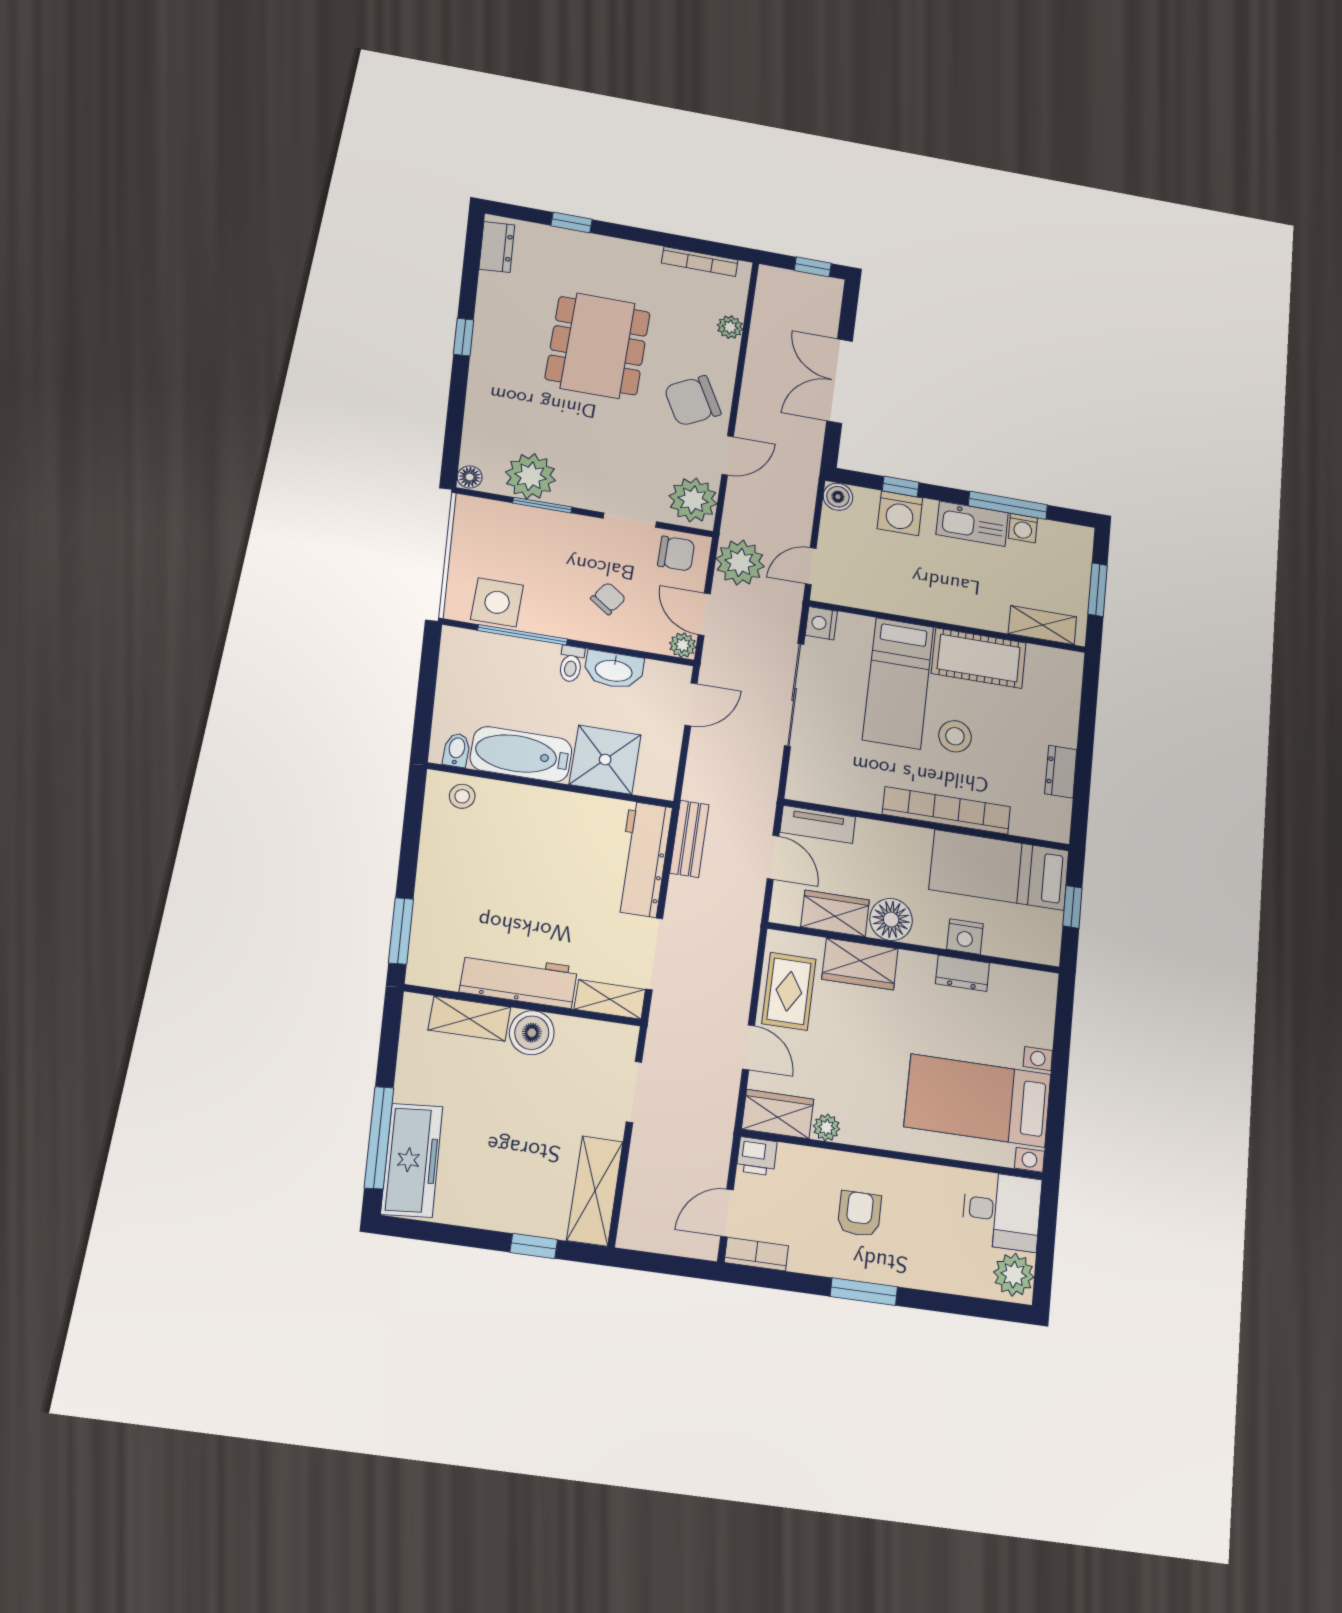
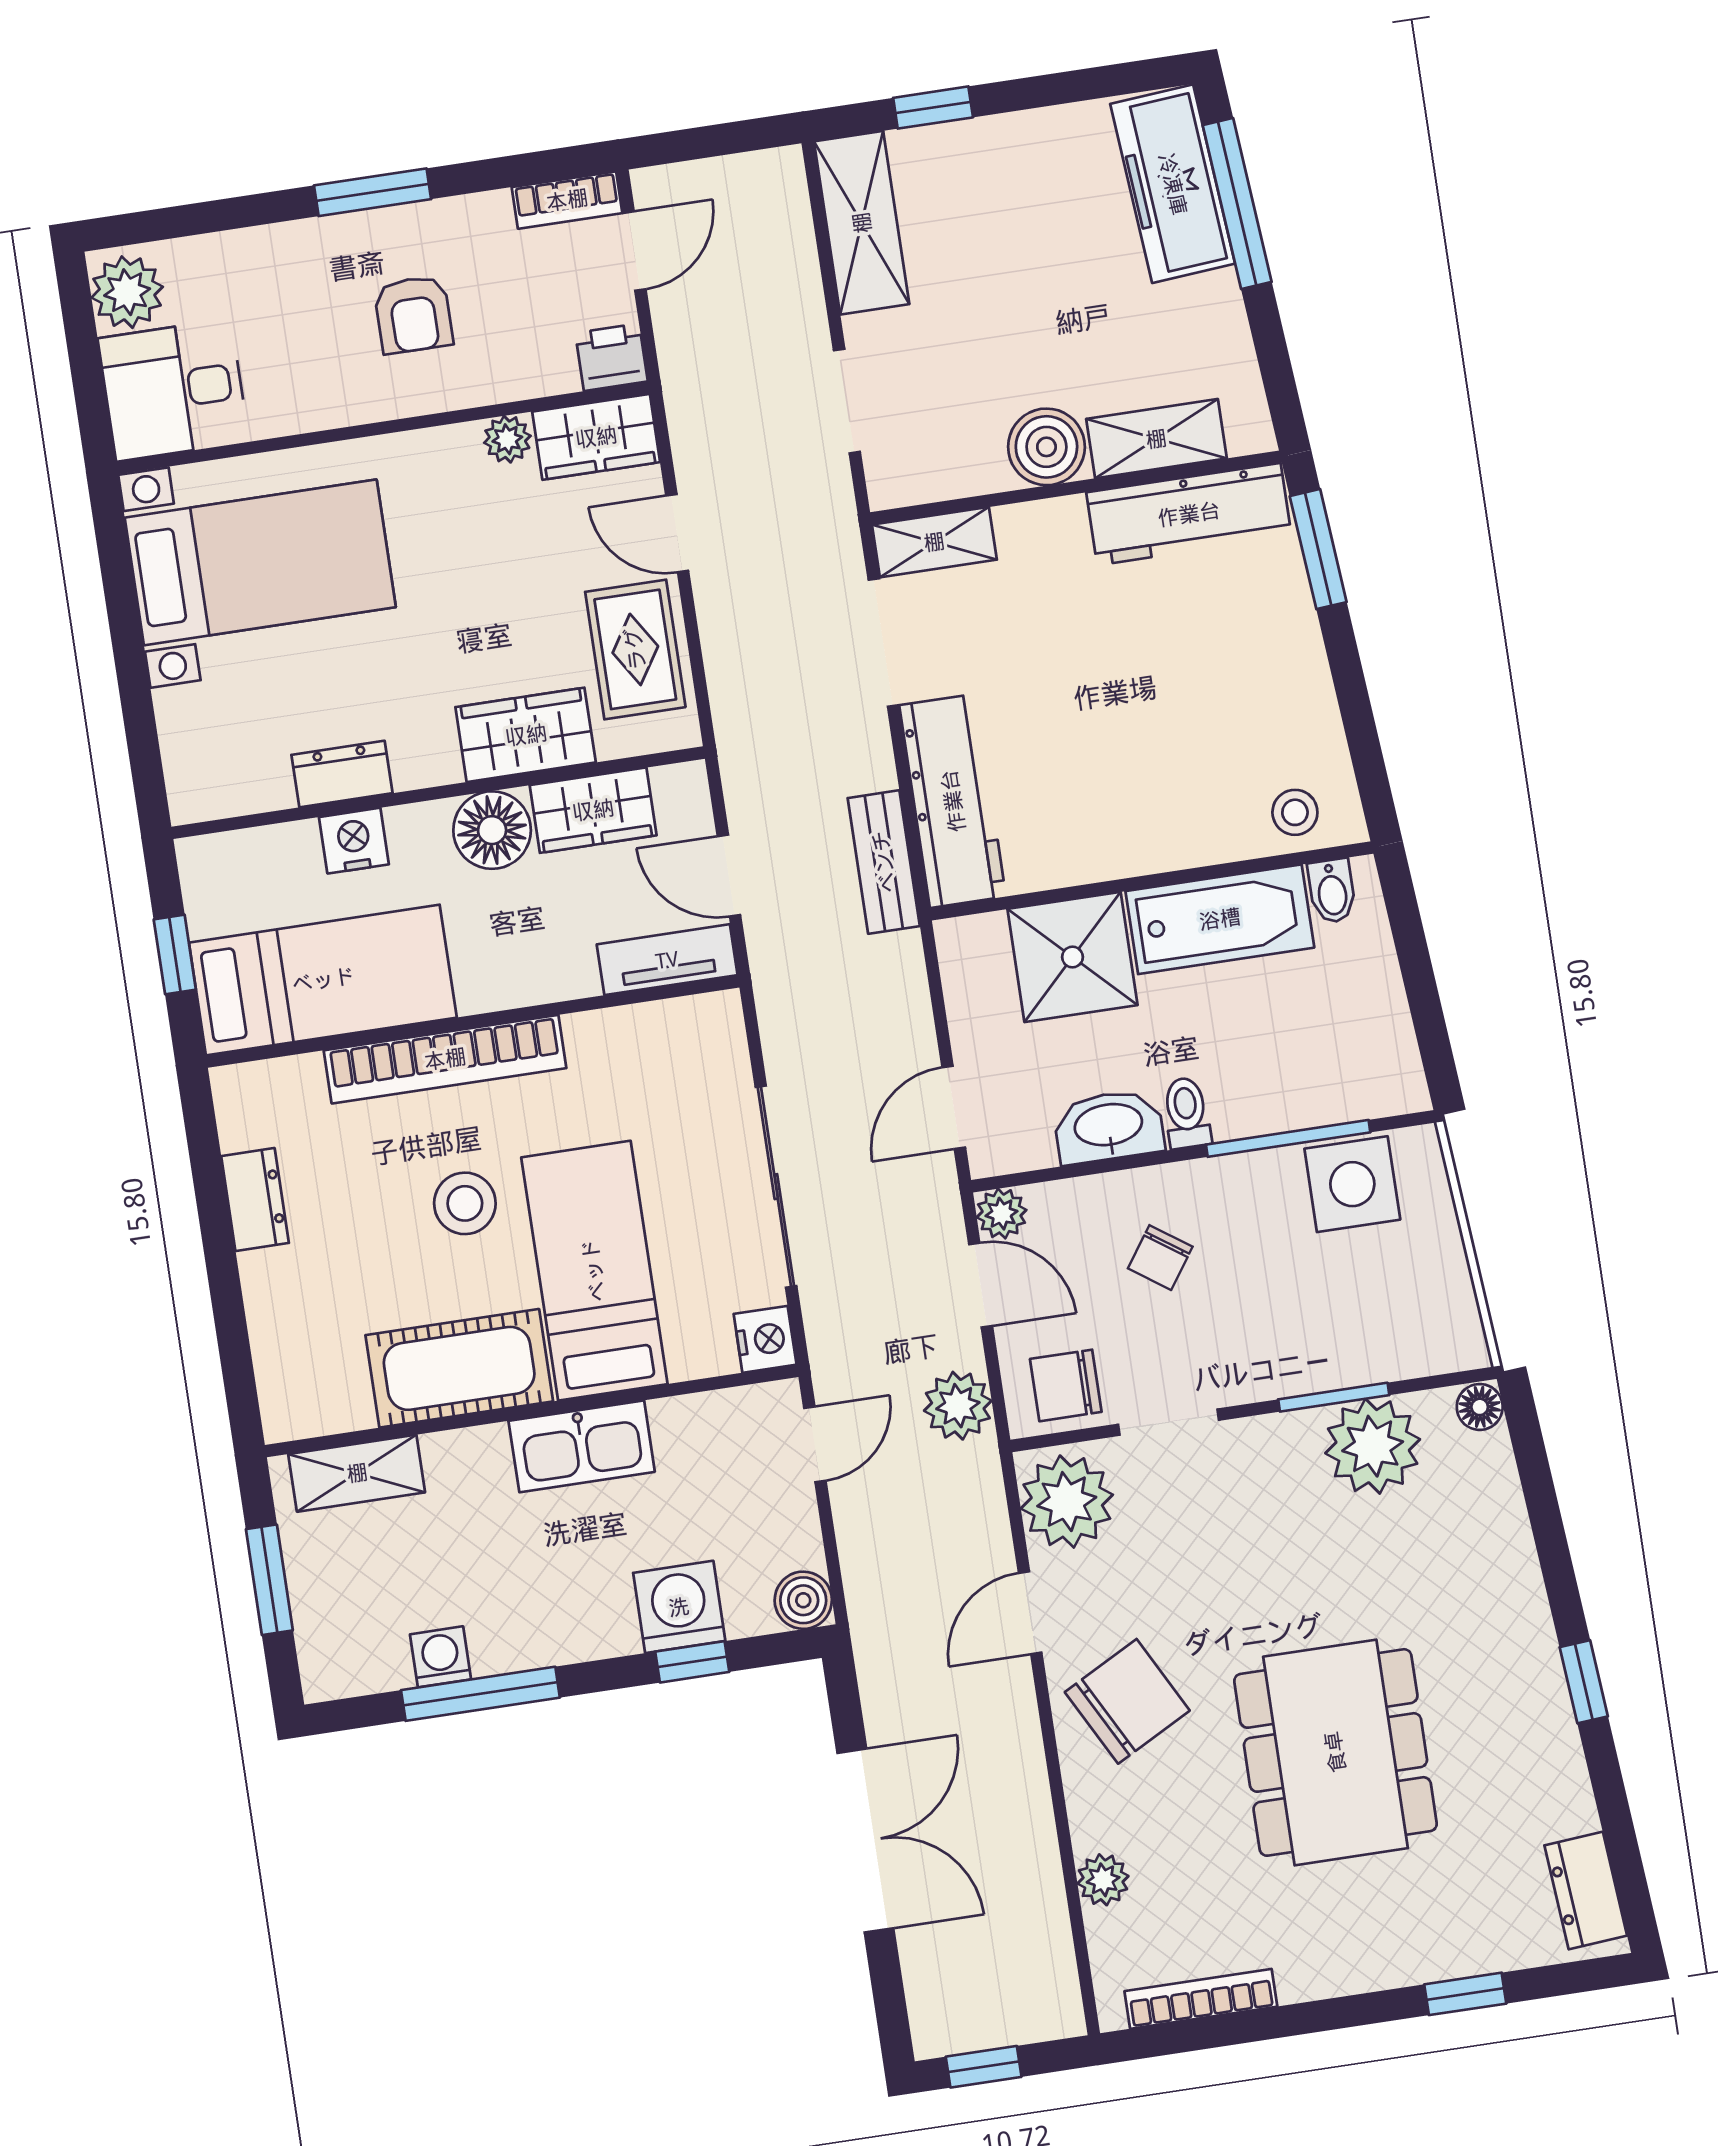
kitchen sink: (972, 524) -> (582, 1446), moved, turned 180
plant: (740, 562) -> (958, 1406), width x0.73, depth x0.73
workbench: (519, 980) -> (1189, 514), moved

